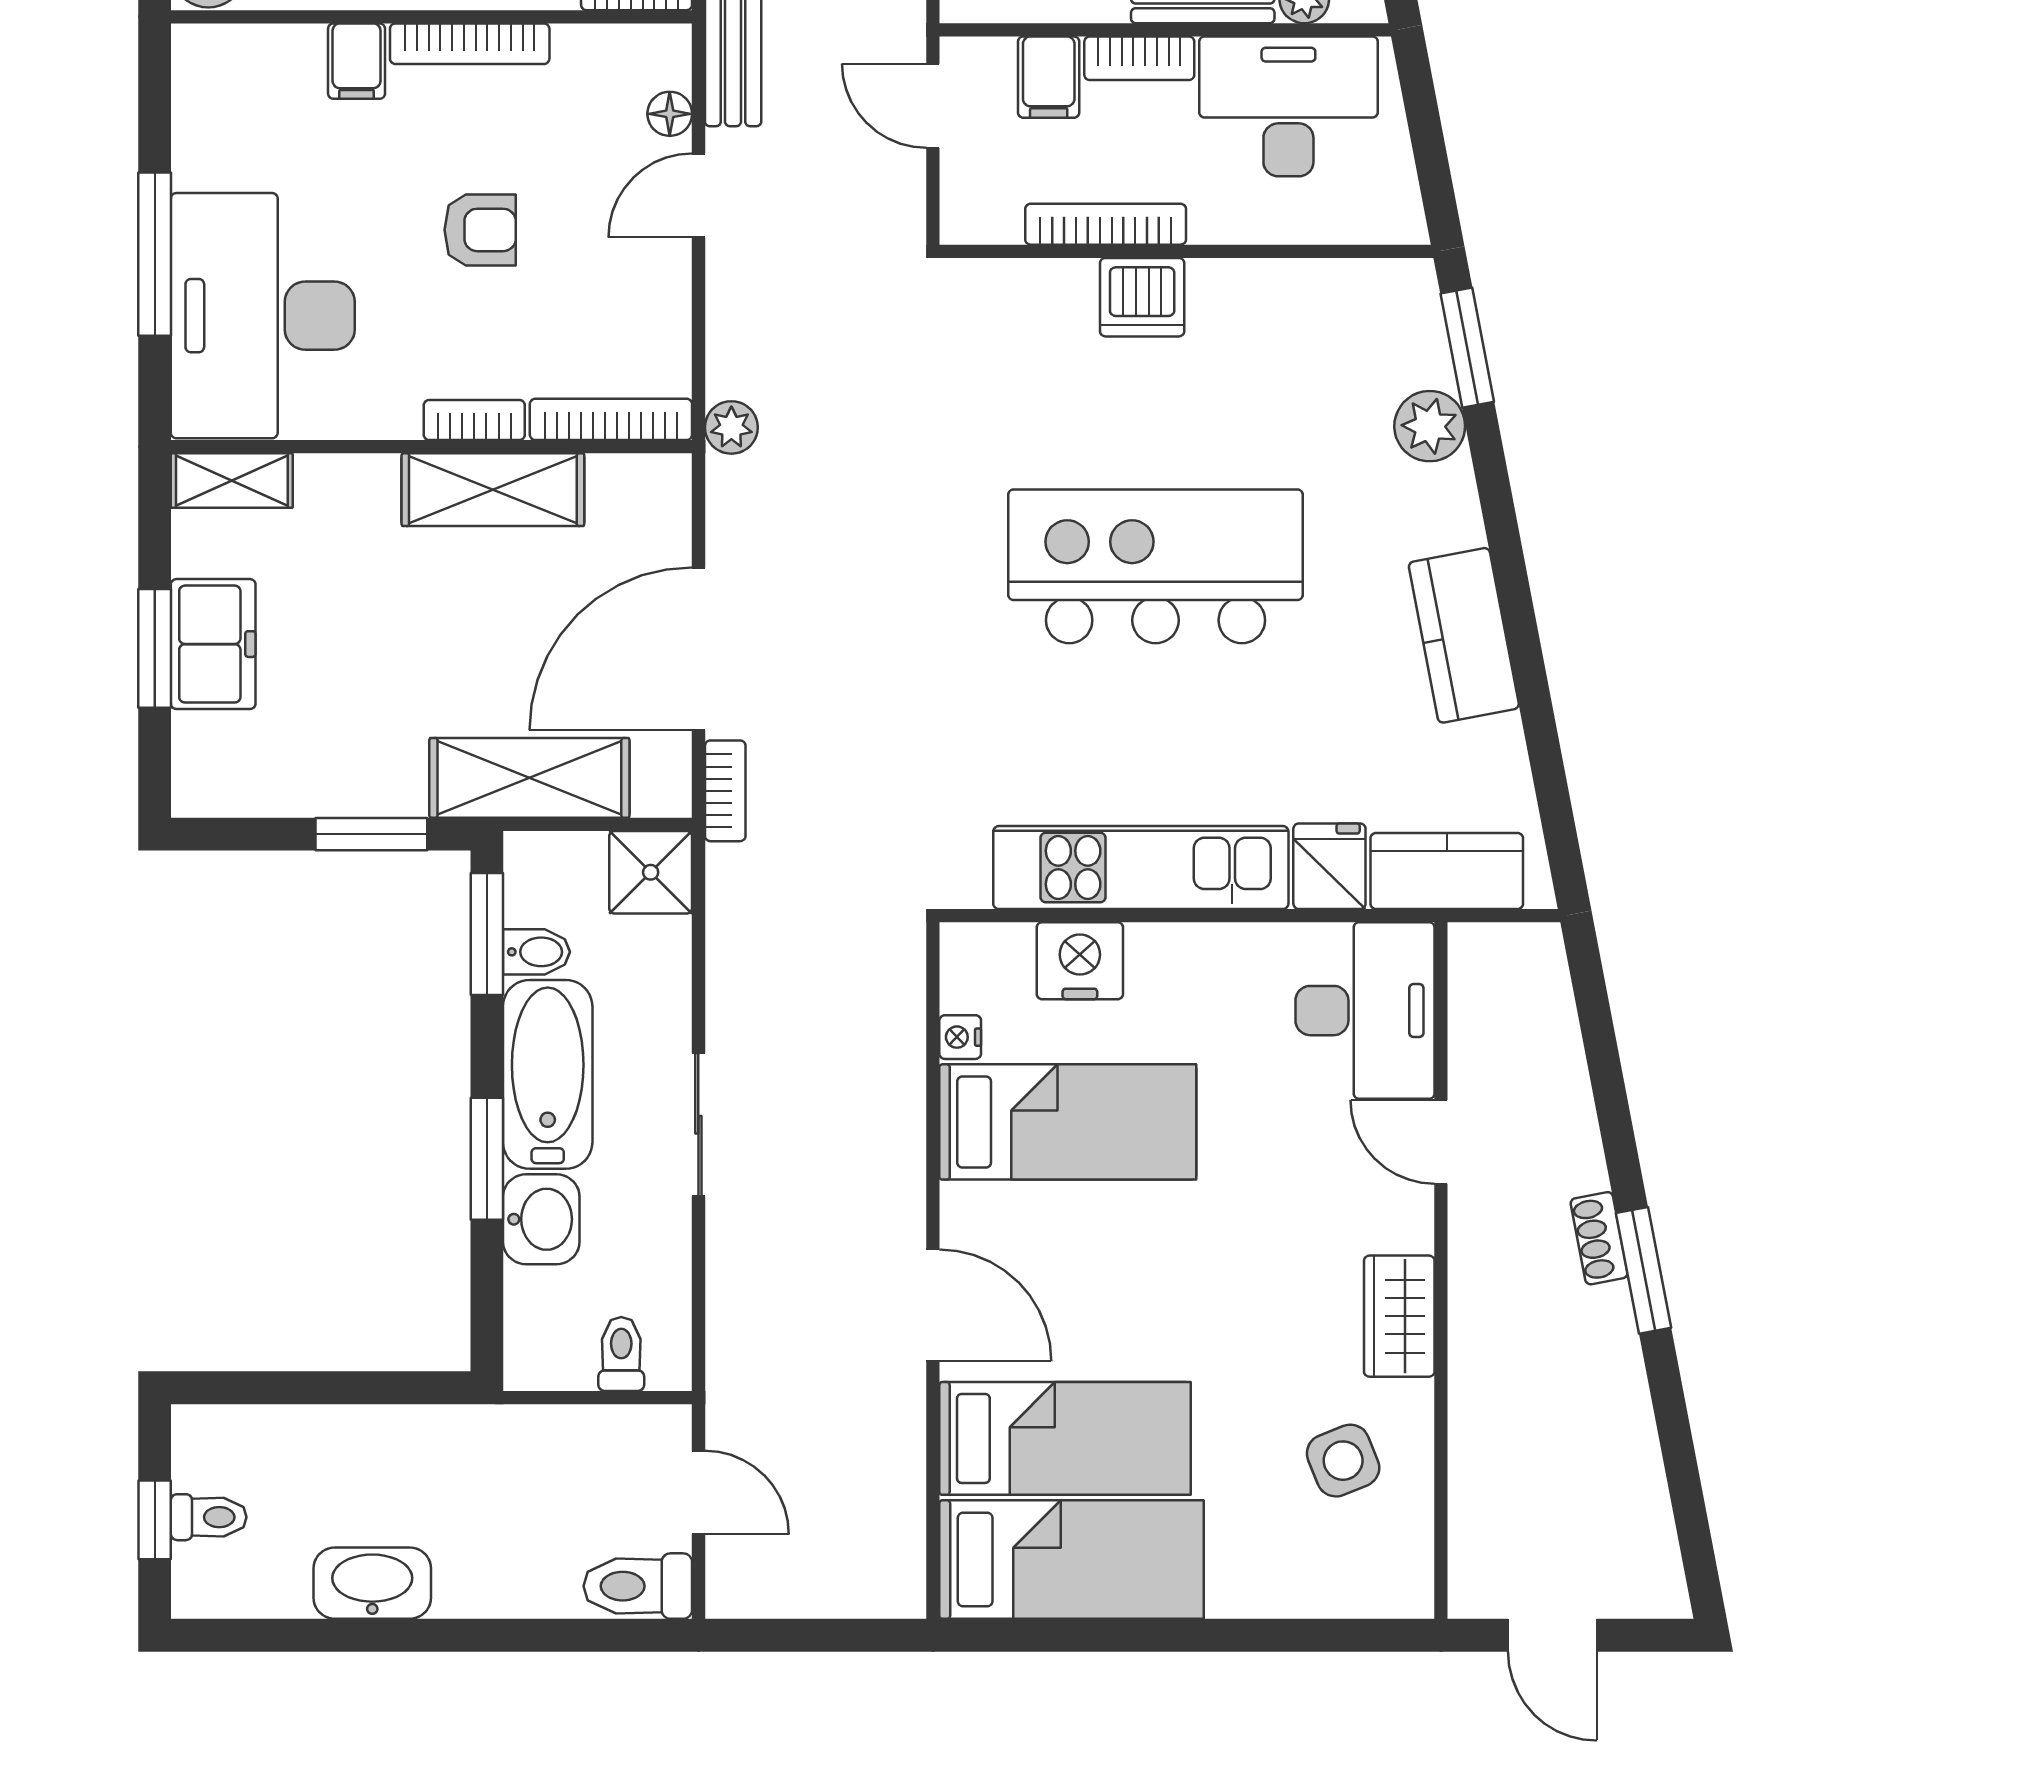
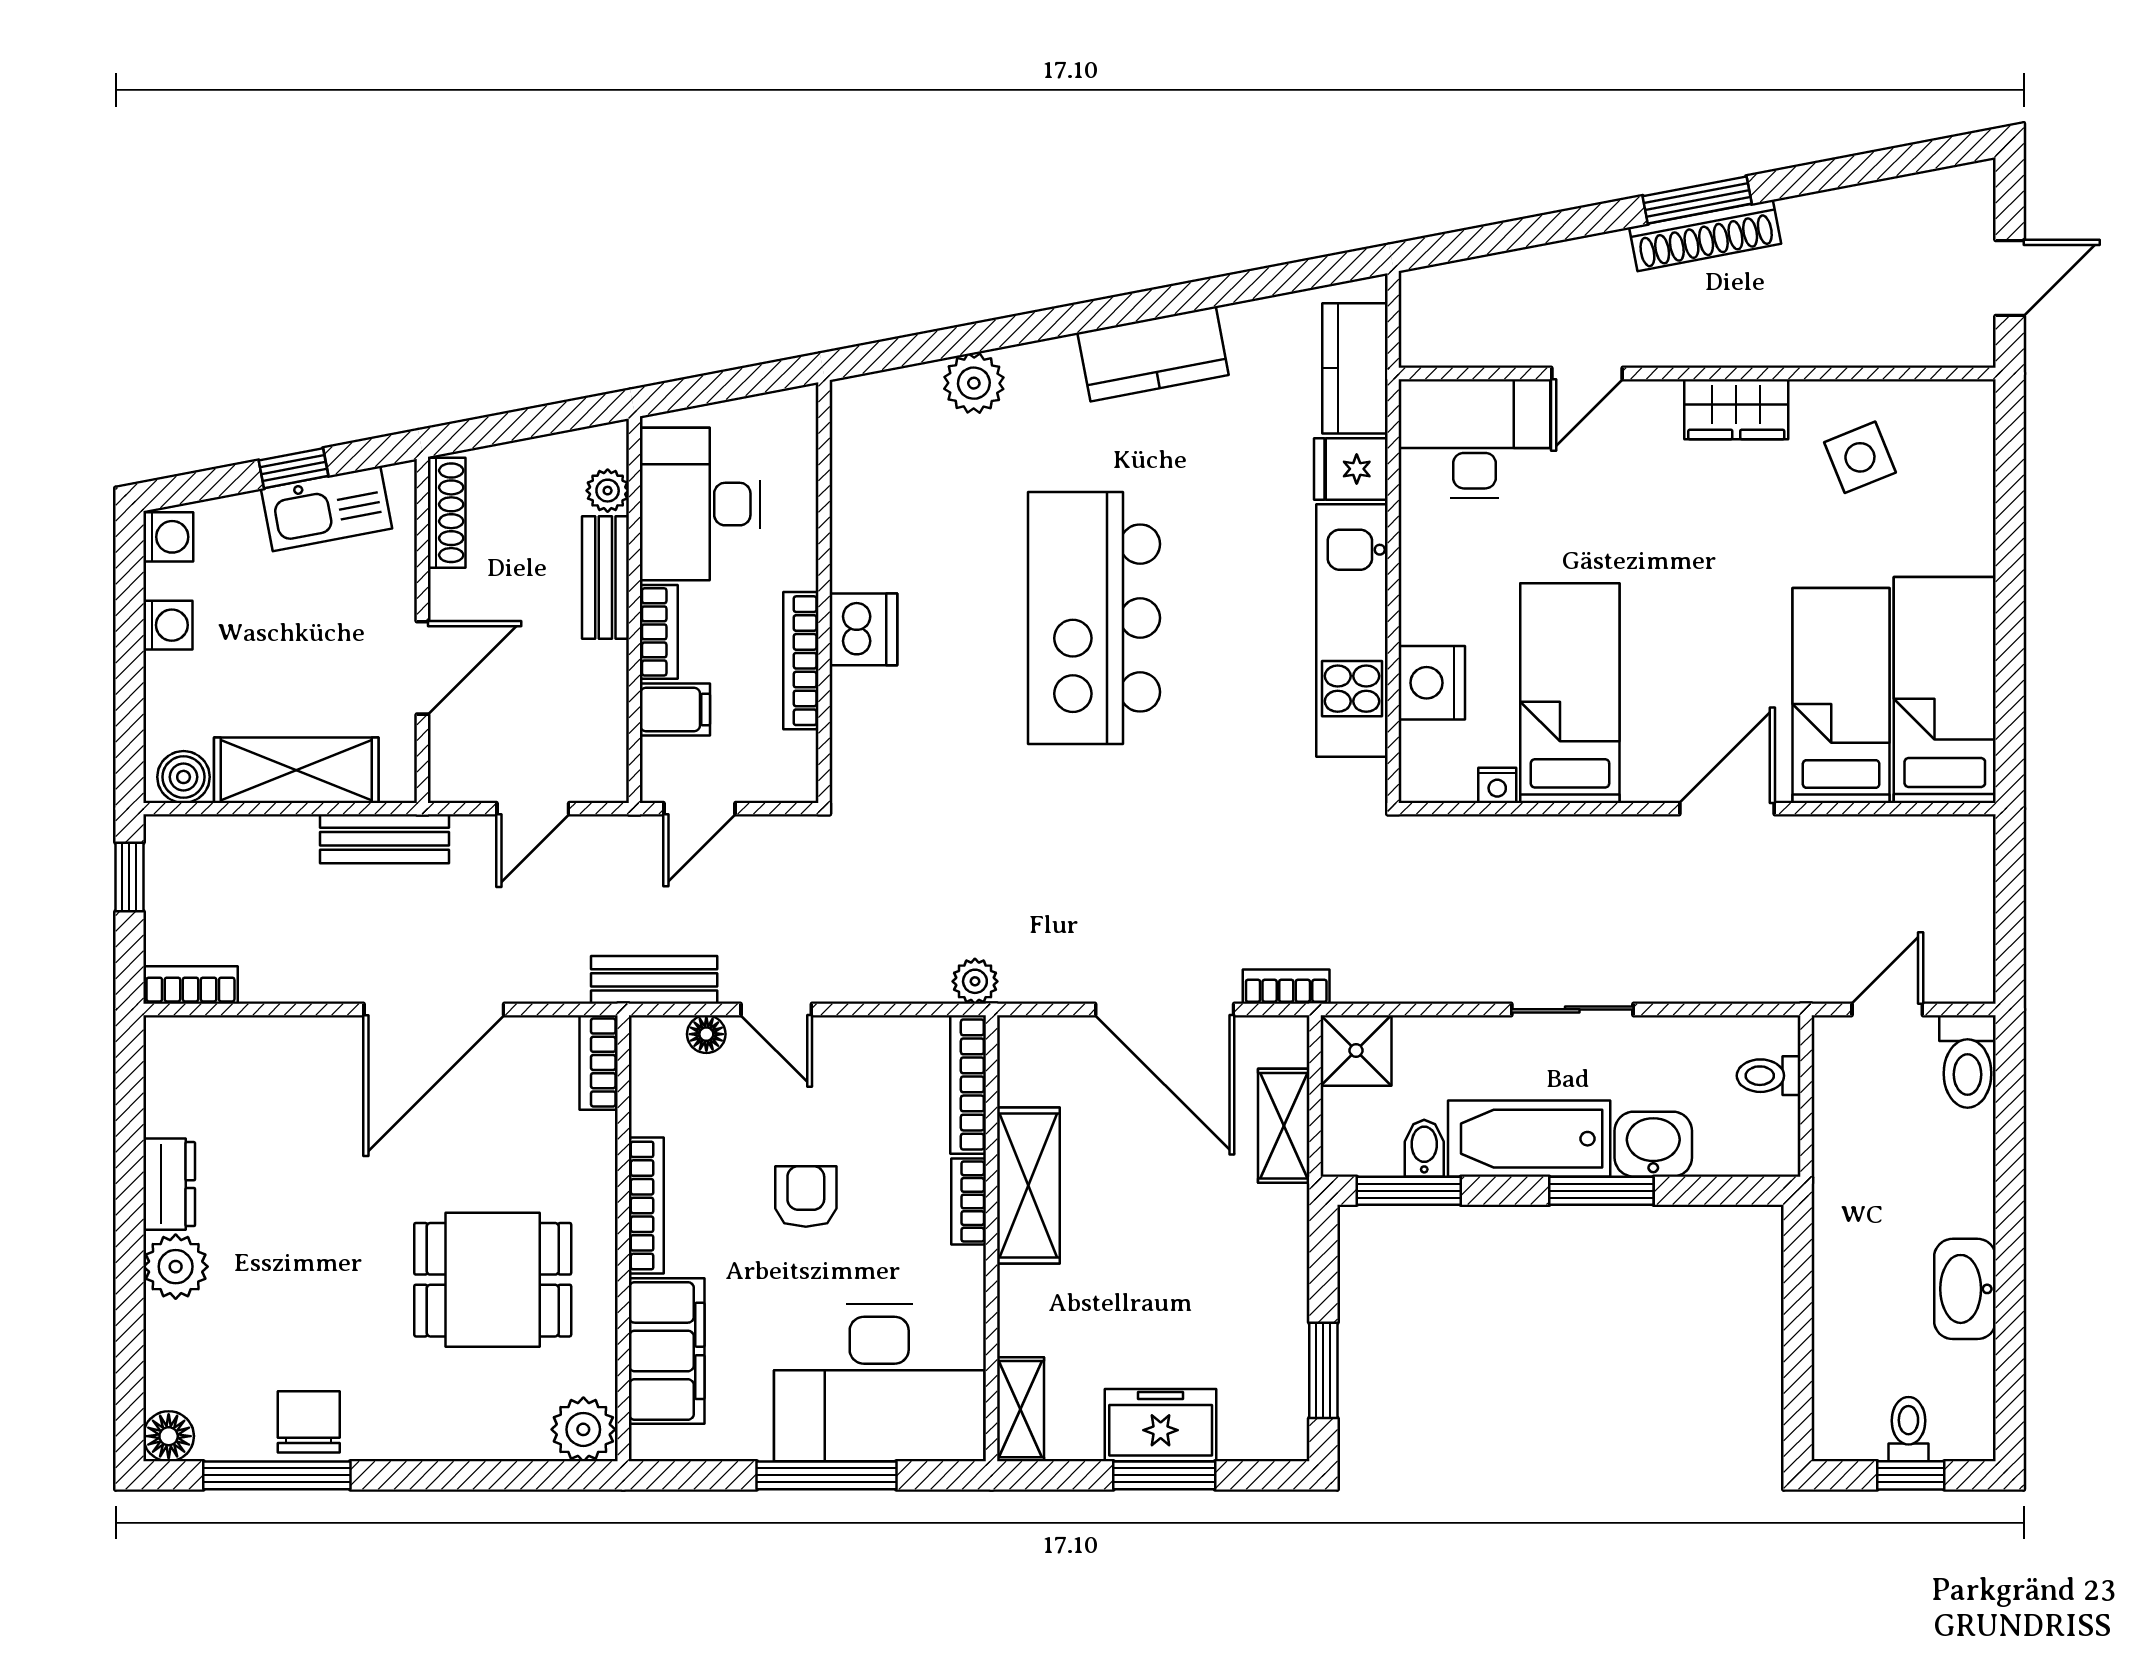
filing cabinet: (357, 61) -> (667, 1351), width x3.00, depth x1.17
window: (1467, 348) -> (907, 351), removed
shelving: (529, 778) -> (1284, 1126), width x0.67, depth x0.75
window: (371, 834) -> (1323, 1370), moved
shoe rack: (1599, 1238) -> (1705, 236), width x1.94, depth x1.24

